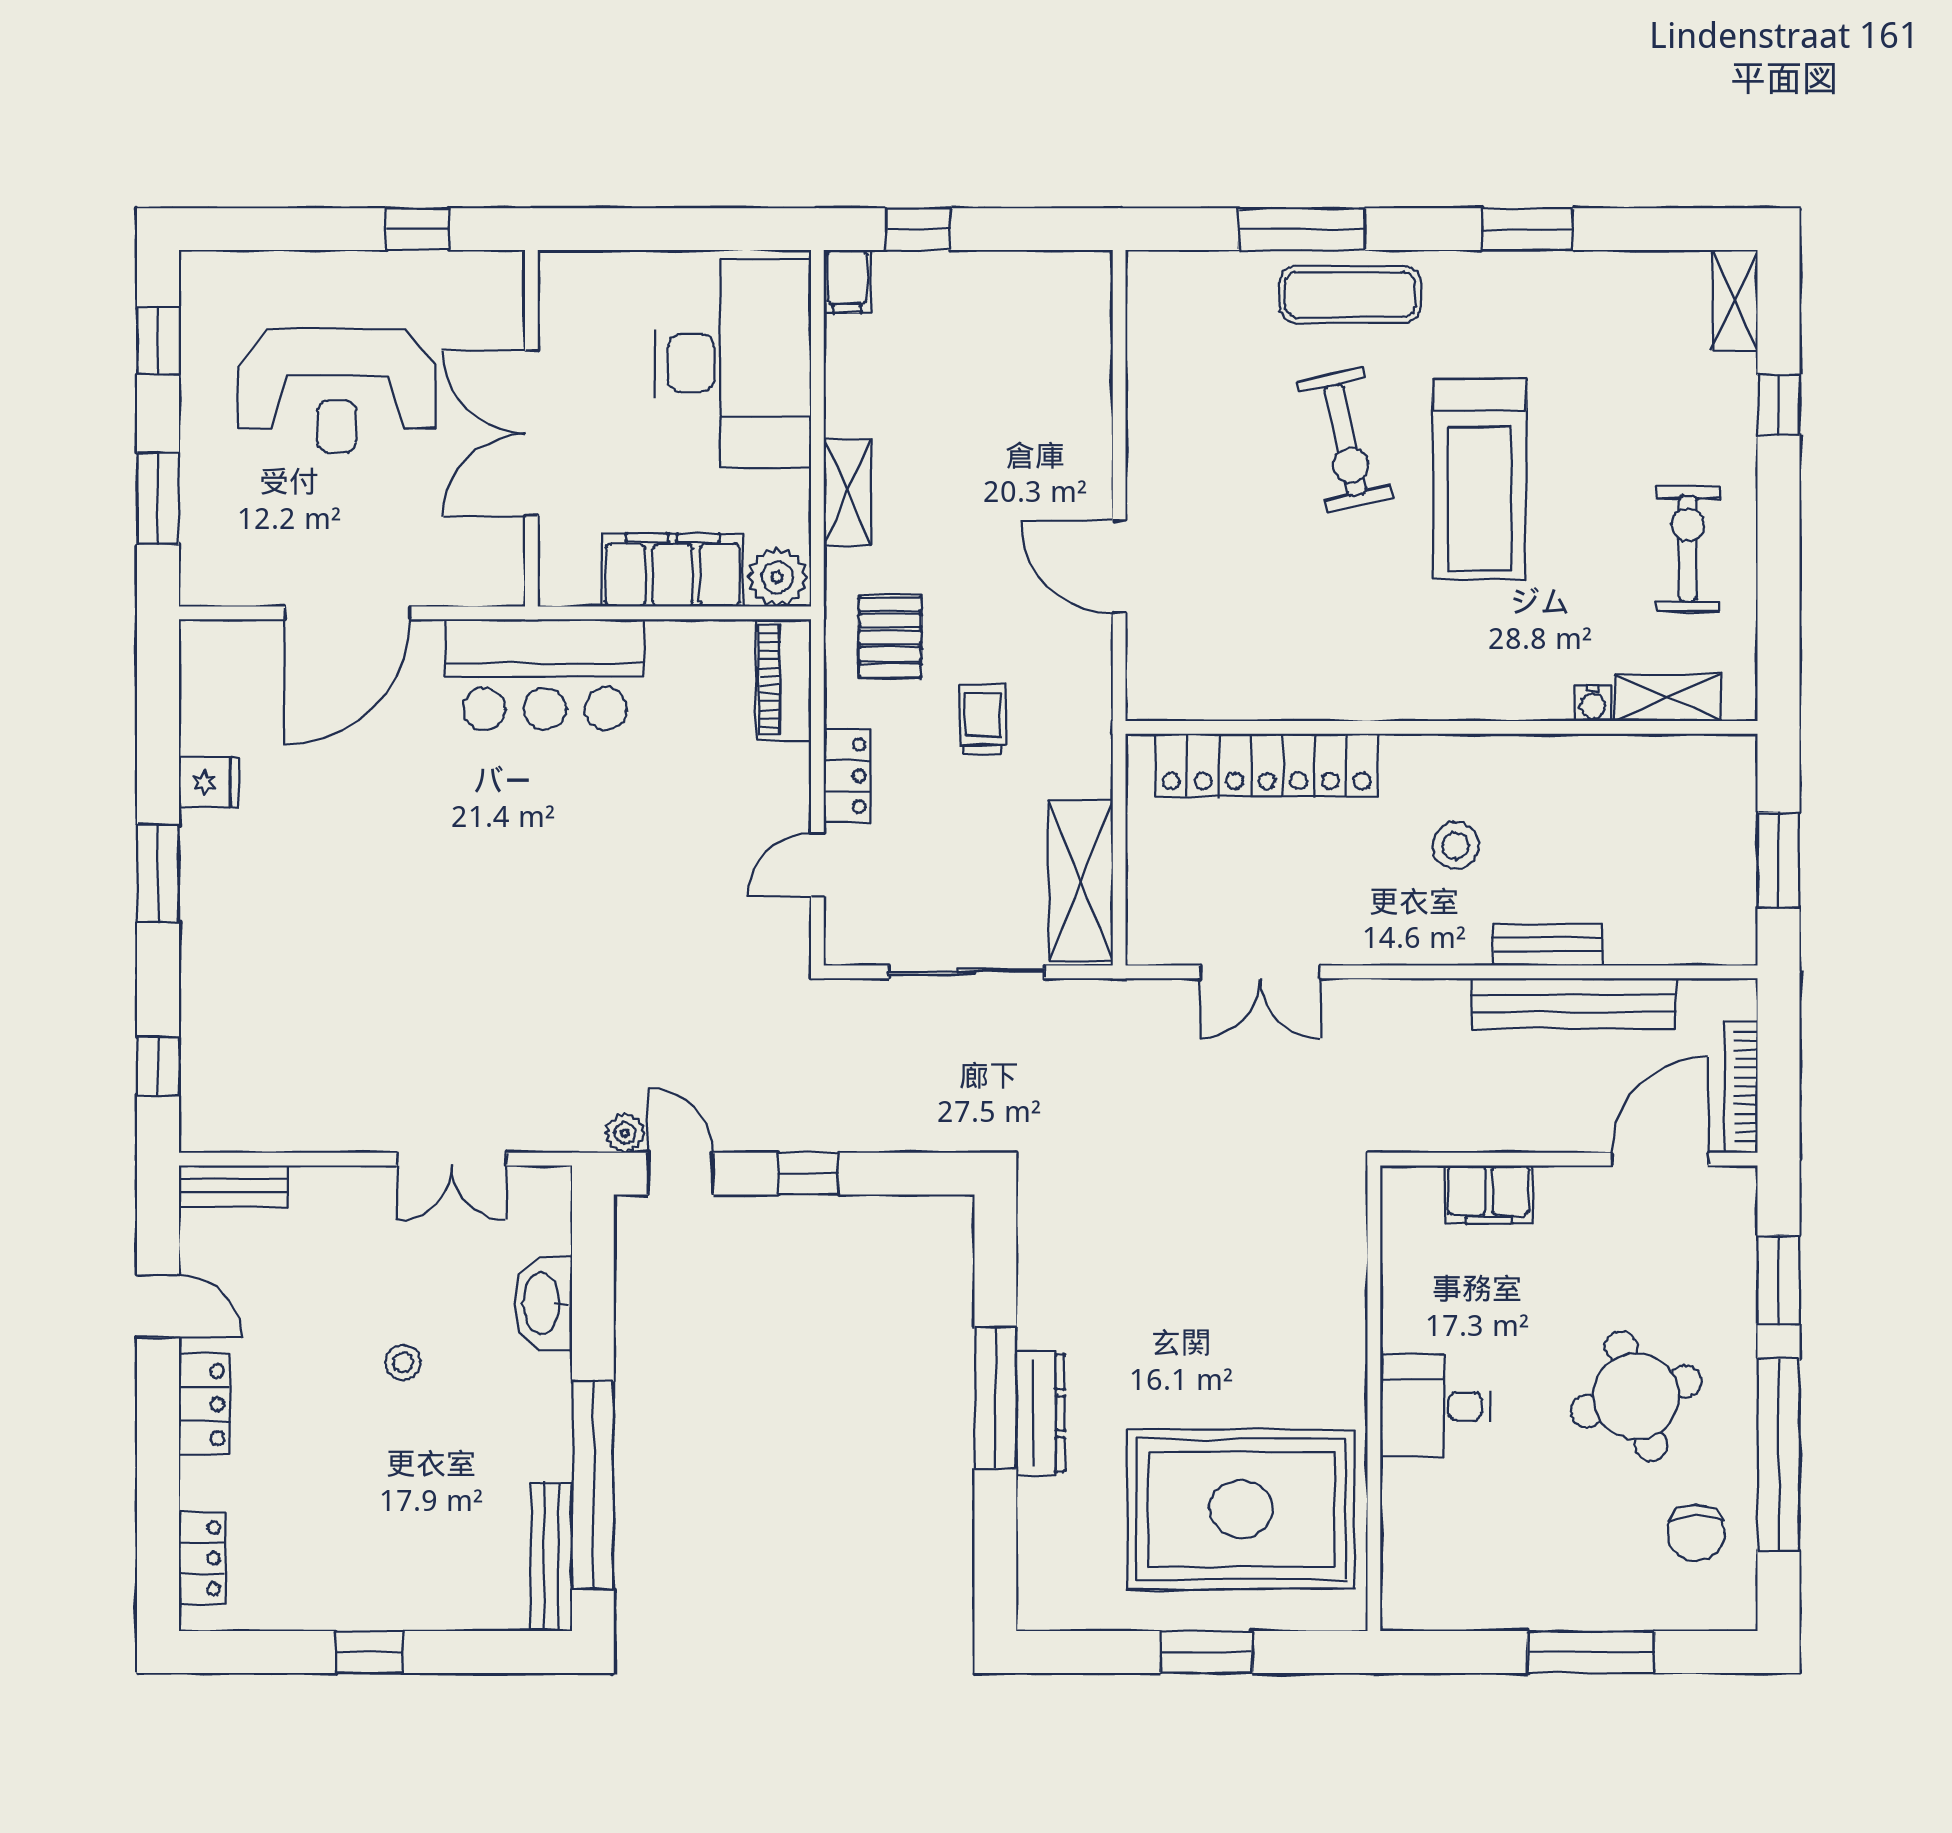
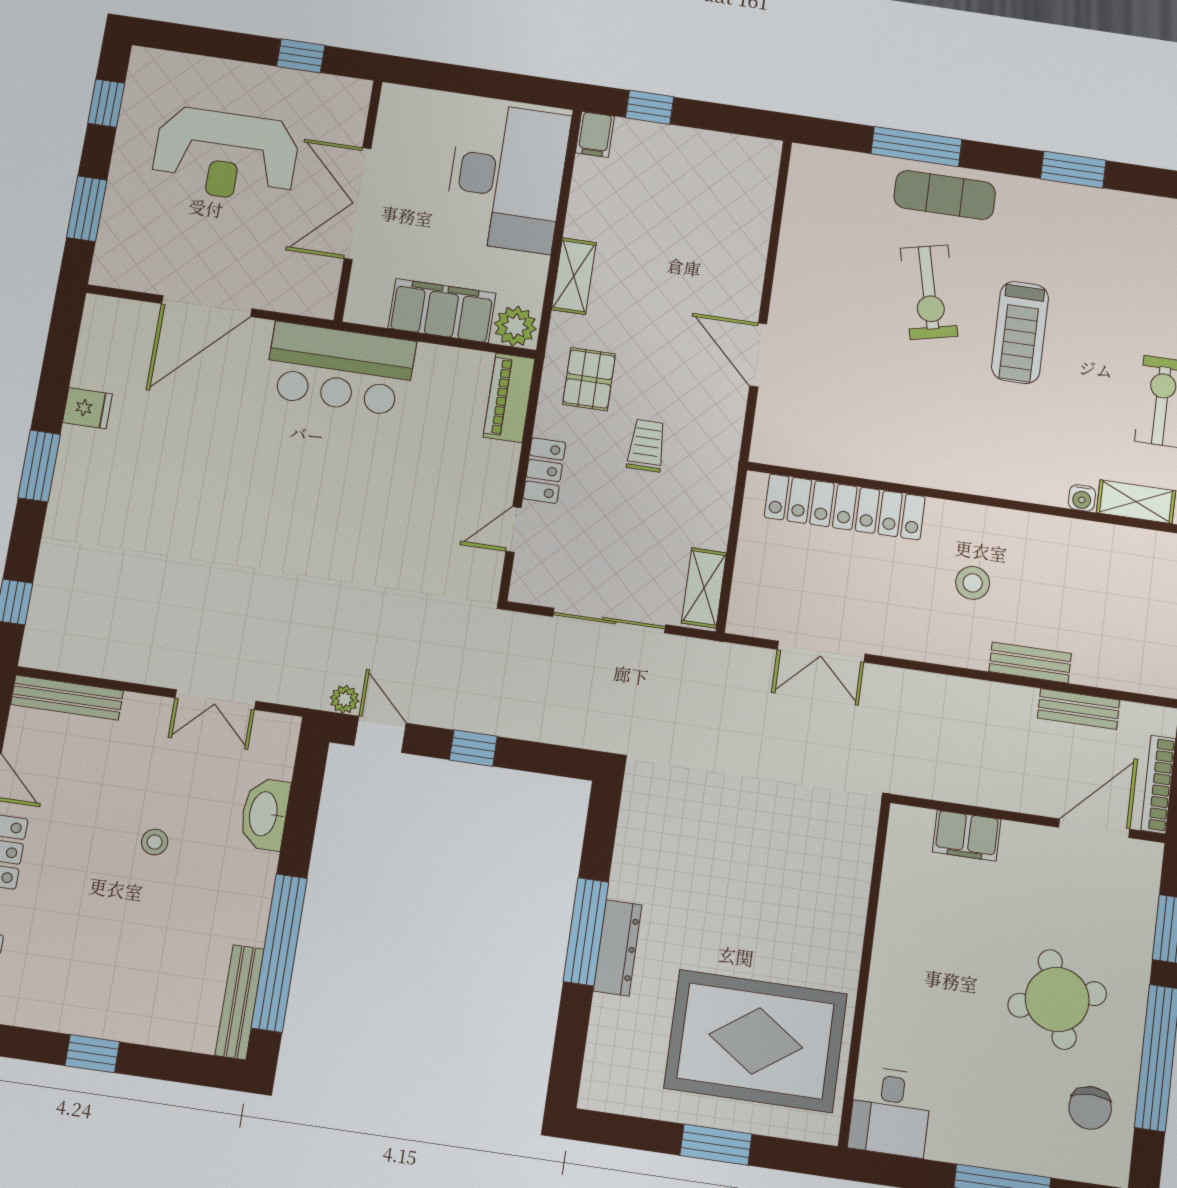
treadmill: (1479, 479) -> (1020, 332), width x0.73, depth x0.73
shelving: (1081, 881) -> (704, 588), width x0.67, depth x0.75
bench: (1574, 1003) -> (1079, 709), width x0.54, depth x0.82
bench: (233, 1186) -> (67, 698), width x1.36
desk: (1435, 1406) -> (890, 1112), moved, turned -90

